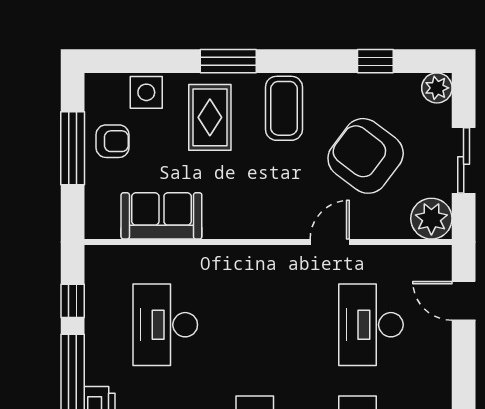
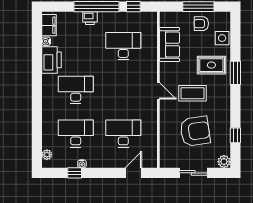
coffee table: (284, 108) -> (193, 93), moved
armchair: (112, 141) -> (201, 24), turned 90
armchair: (366, 156) -> (195, 131), turned 45
plant: (431, 219) -> (168, 159), removed
door: (330, 242) -> (158, 91), moved

